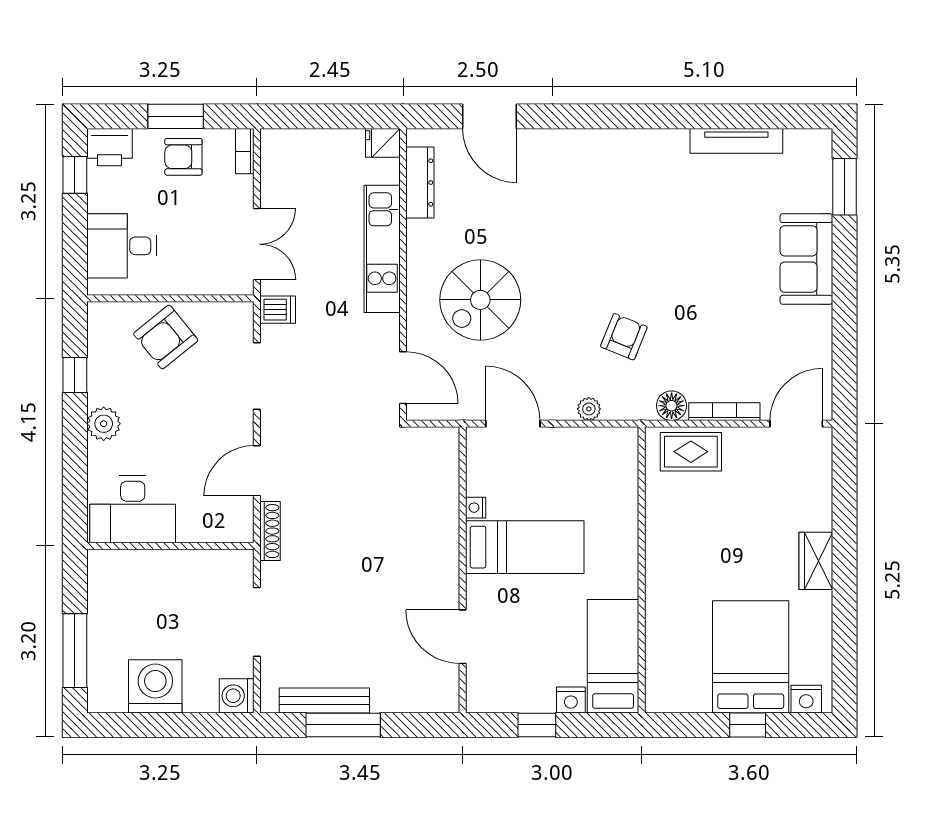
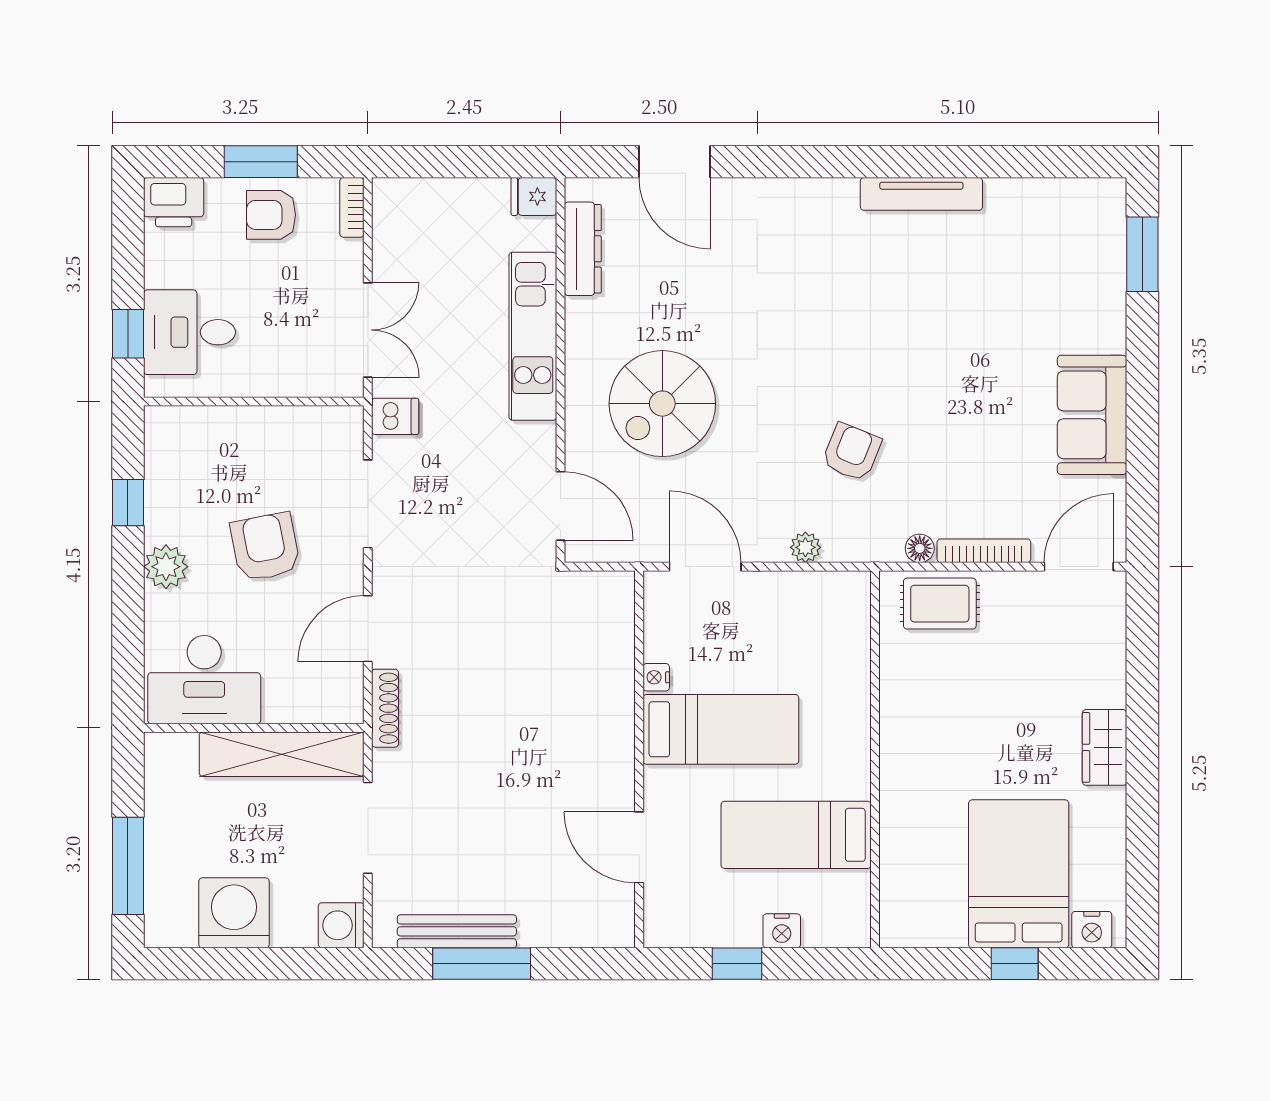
tv unit: (736, 141) -> (921, 194), moved
window: (75, 175) -> (128, 334), moved
sofa: (806, 259) -> (1092, 415), moved
armchair: (166, 337) -> (265, 547), moved, turned 118
floor lamp: (672, 406) -> (920, 548), width x0.73, depth x0.73
shelving: (191, 566) -> (282, 754), added
bed: (613, 656) -> (796, 835), moved, turned -90

